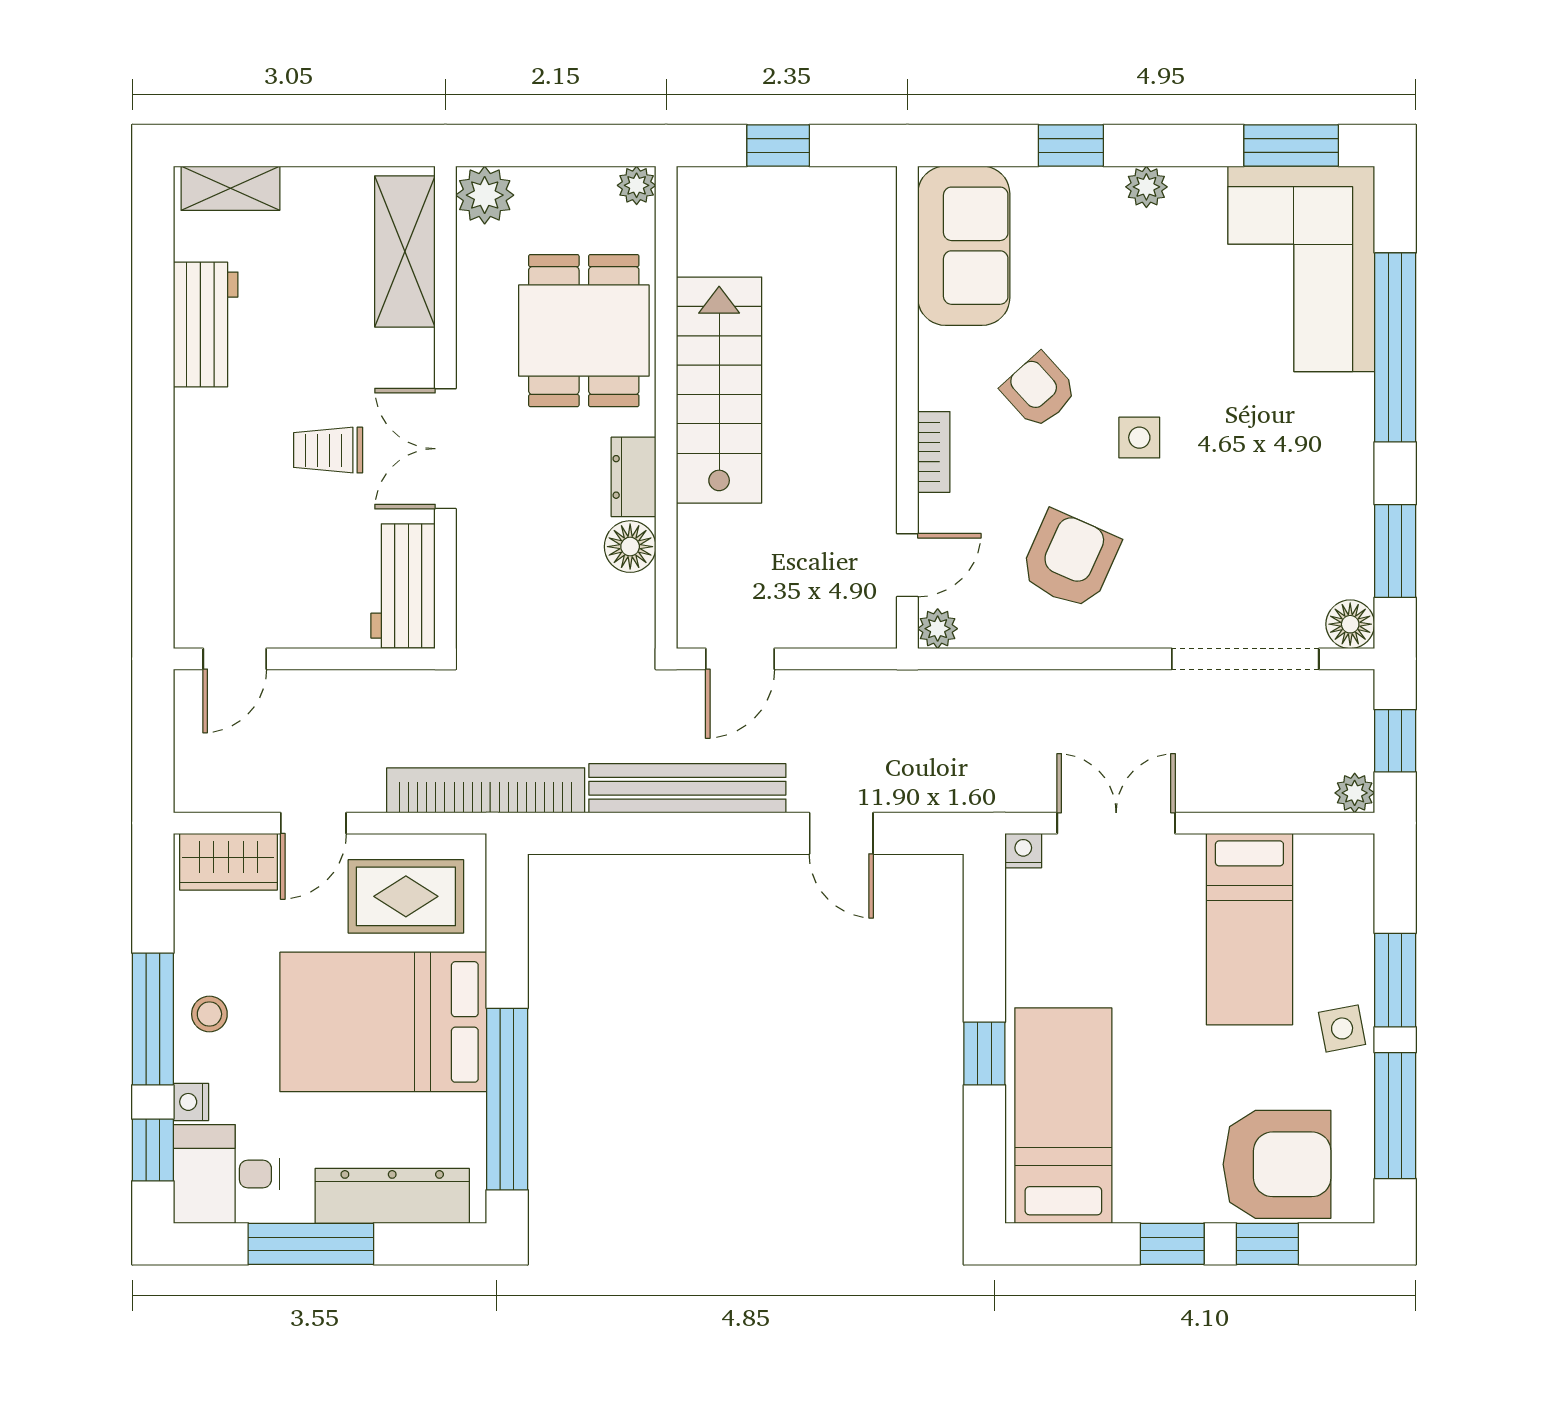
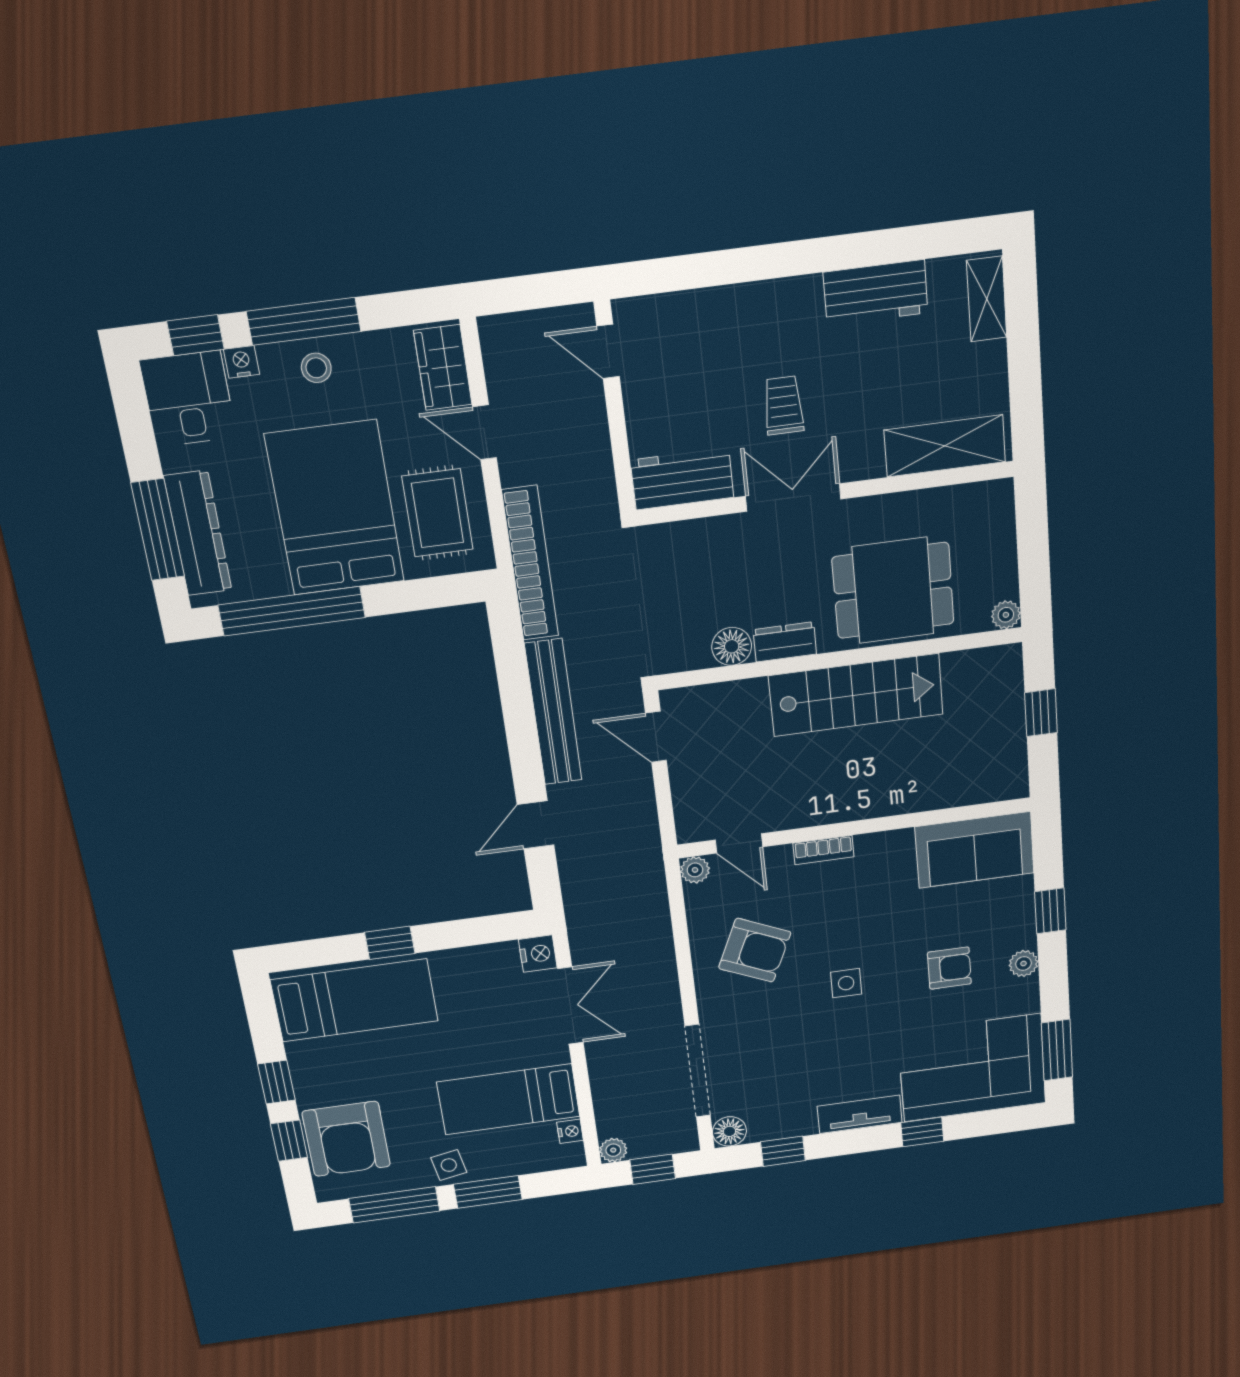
plant: (485, 195) -> (992, 502), removed
window: (1395, 347) -> (922, 1132), width x0.32
armchair: (1039, 390) -> (949, 968), moved, turned 42
tv unit: (1352, 435) -> (860, 1114), added
window: (1395, 551) -> (783, 1151), width x0.67
nightstand: (1314, 850) -> (570, 1131), added
nightstand: (1023, 851) -> (538, 954), width x1.39, depth x1.35
window: (311, 1244) -> (158, 530), moved

